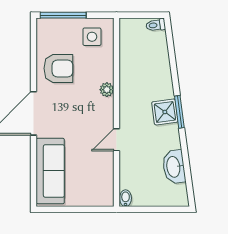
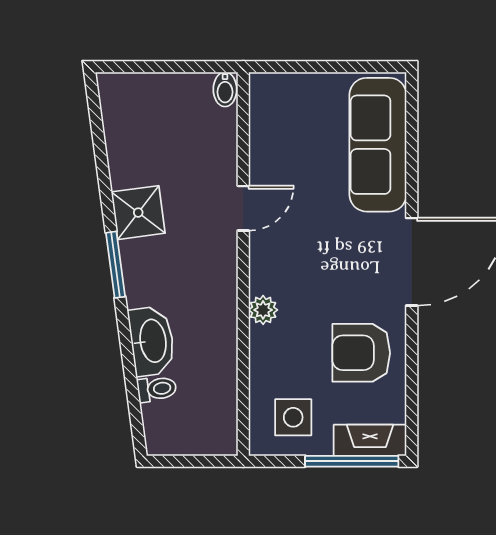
fireplace: (54, 25) -> (370, 440), added
toilet: (156, 25) -> (157, 389), moved
shower: (165, 112) -> (138, 213), moved
washbasin: (174, 167) -> (152, 341), moved

